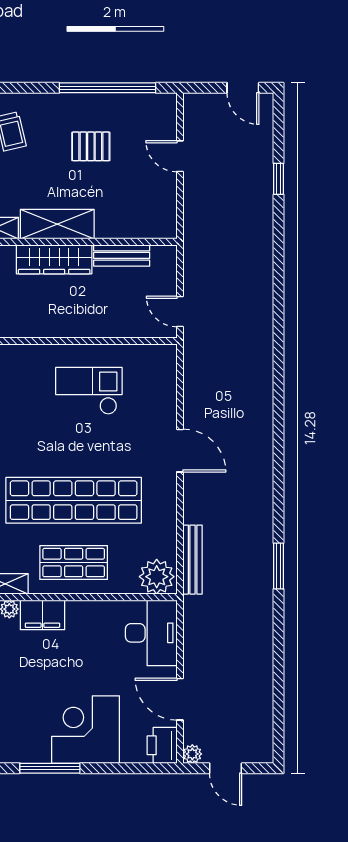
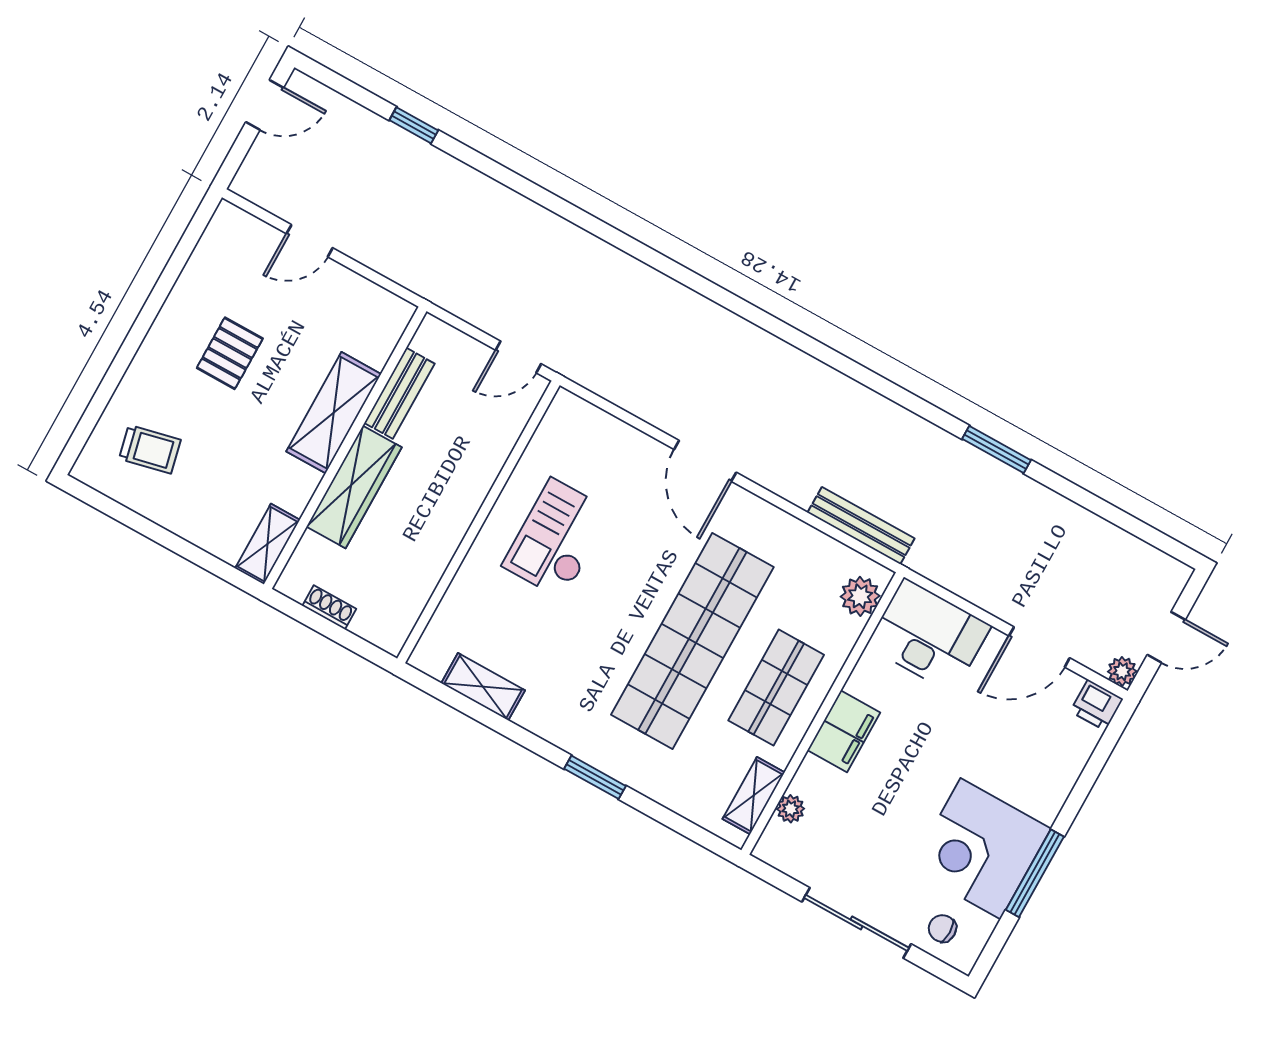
window: (107, 88) -> (163, 287), removed
shelving: (57, 224) -> (334, 413), moved
door: (180, 451) -> (705, 461), swing flipped
window: (279, 566) -> (997, 450), moved
plant: (157, 577) -> (860, 596), width x0.73, depth x0.73
filing cabinet: (42, 615) -> (844, 731), moved
corner desk: (86, 730) -> (980, 849), moved
printer: (162, 745) -> (1097, 705), width x0.73, depth x0.81

